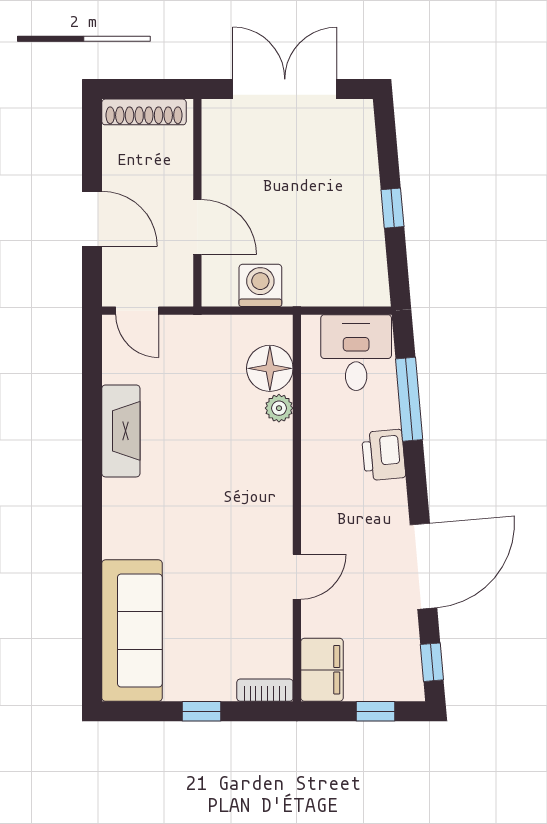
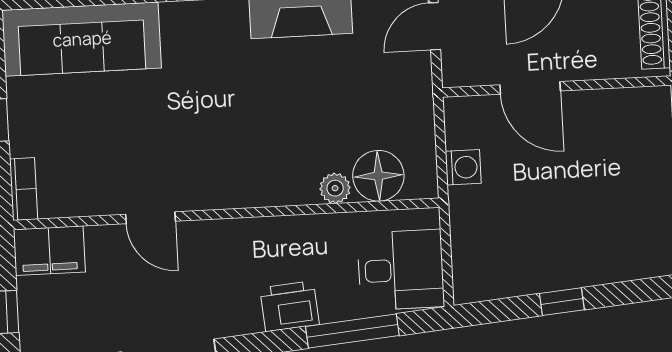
door: (197, 227) -> (530, 88), hinge flipped
washing machine: (260, 285) -> (463, 167), width x0.73, depth x0.73

